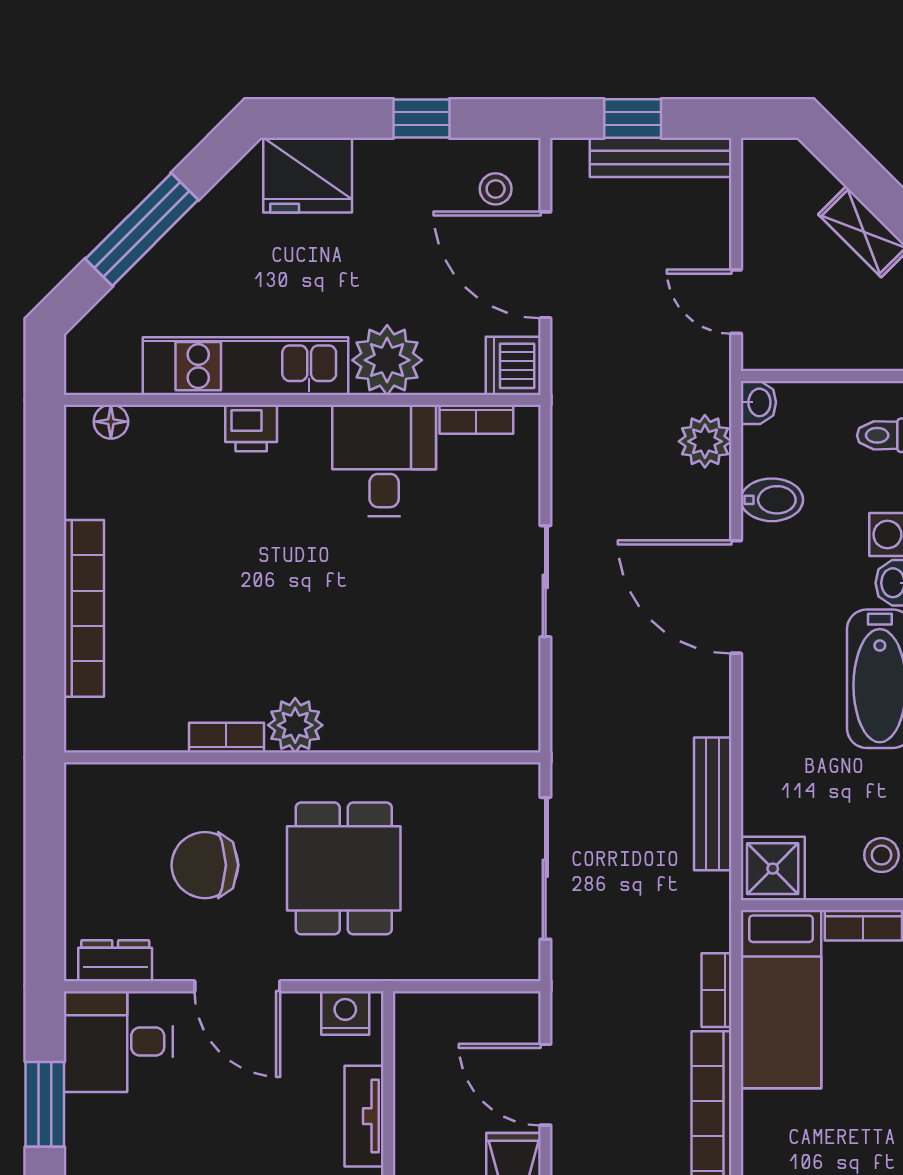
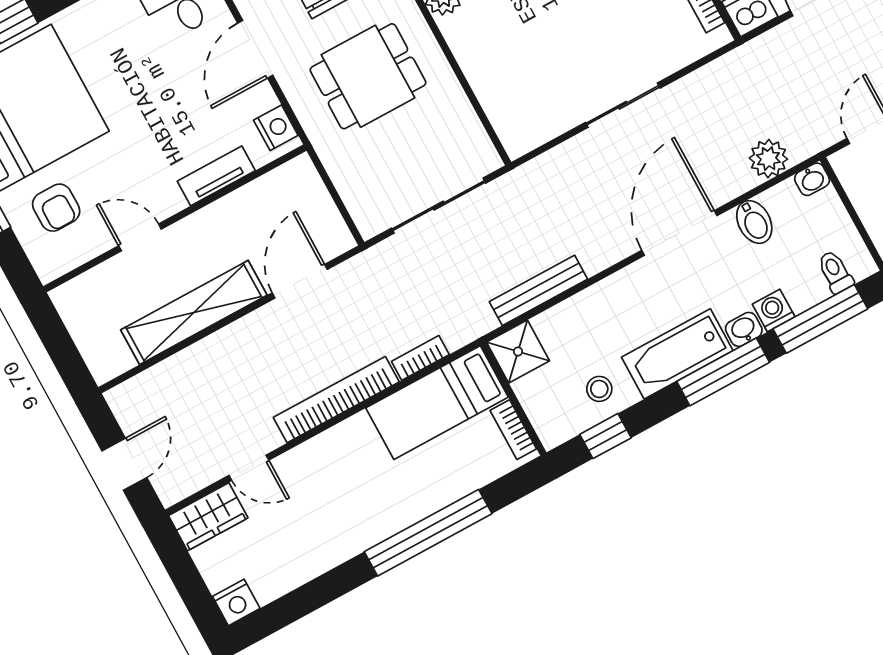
stool: (881, 855) -> (599, 389), moved

